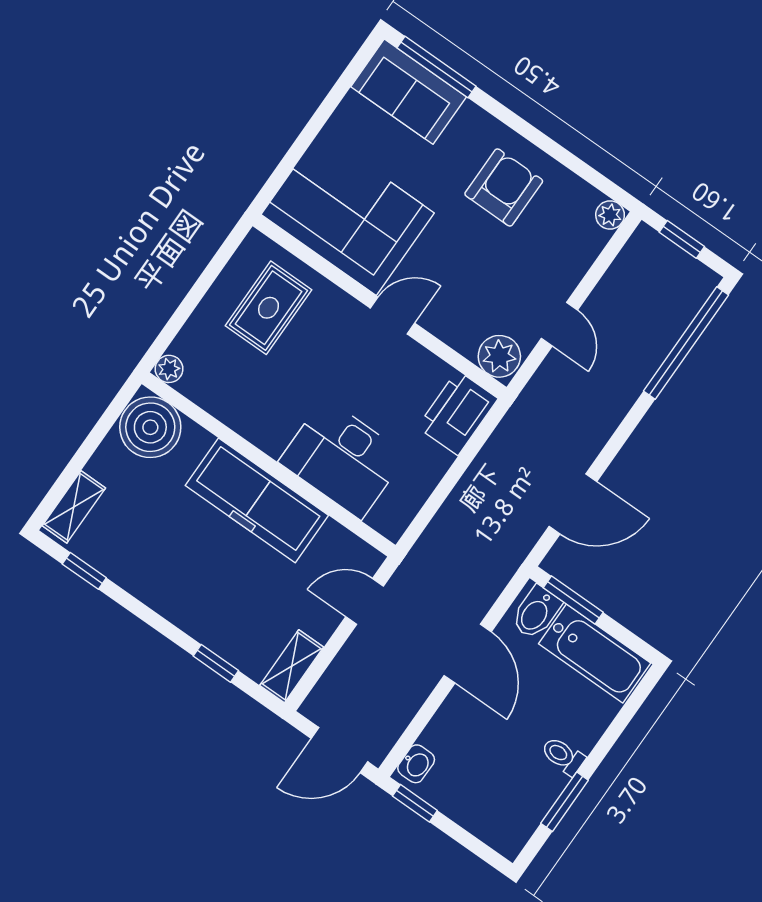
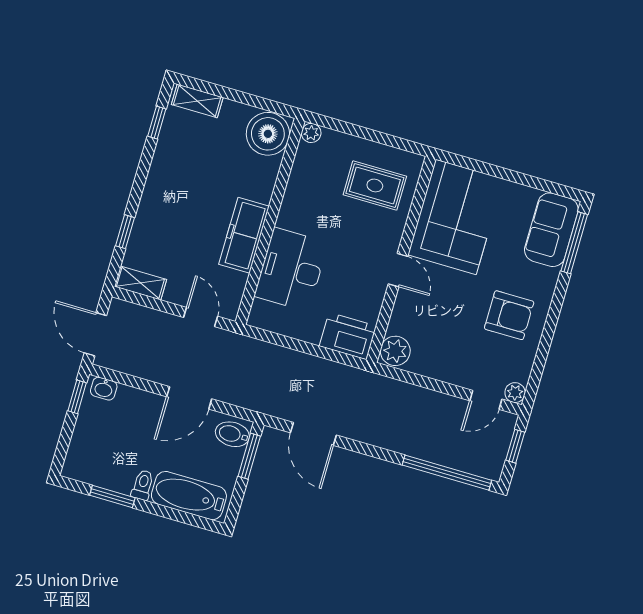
door: (559, 324) -> (486, 400), moved
freezer: (257, 500) -> (244, 235), width x0.73, depth x0.79
bathtub: (595, 653) -> (189, 496), moved, turned 90

